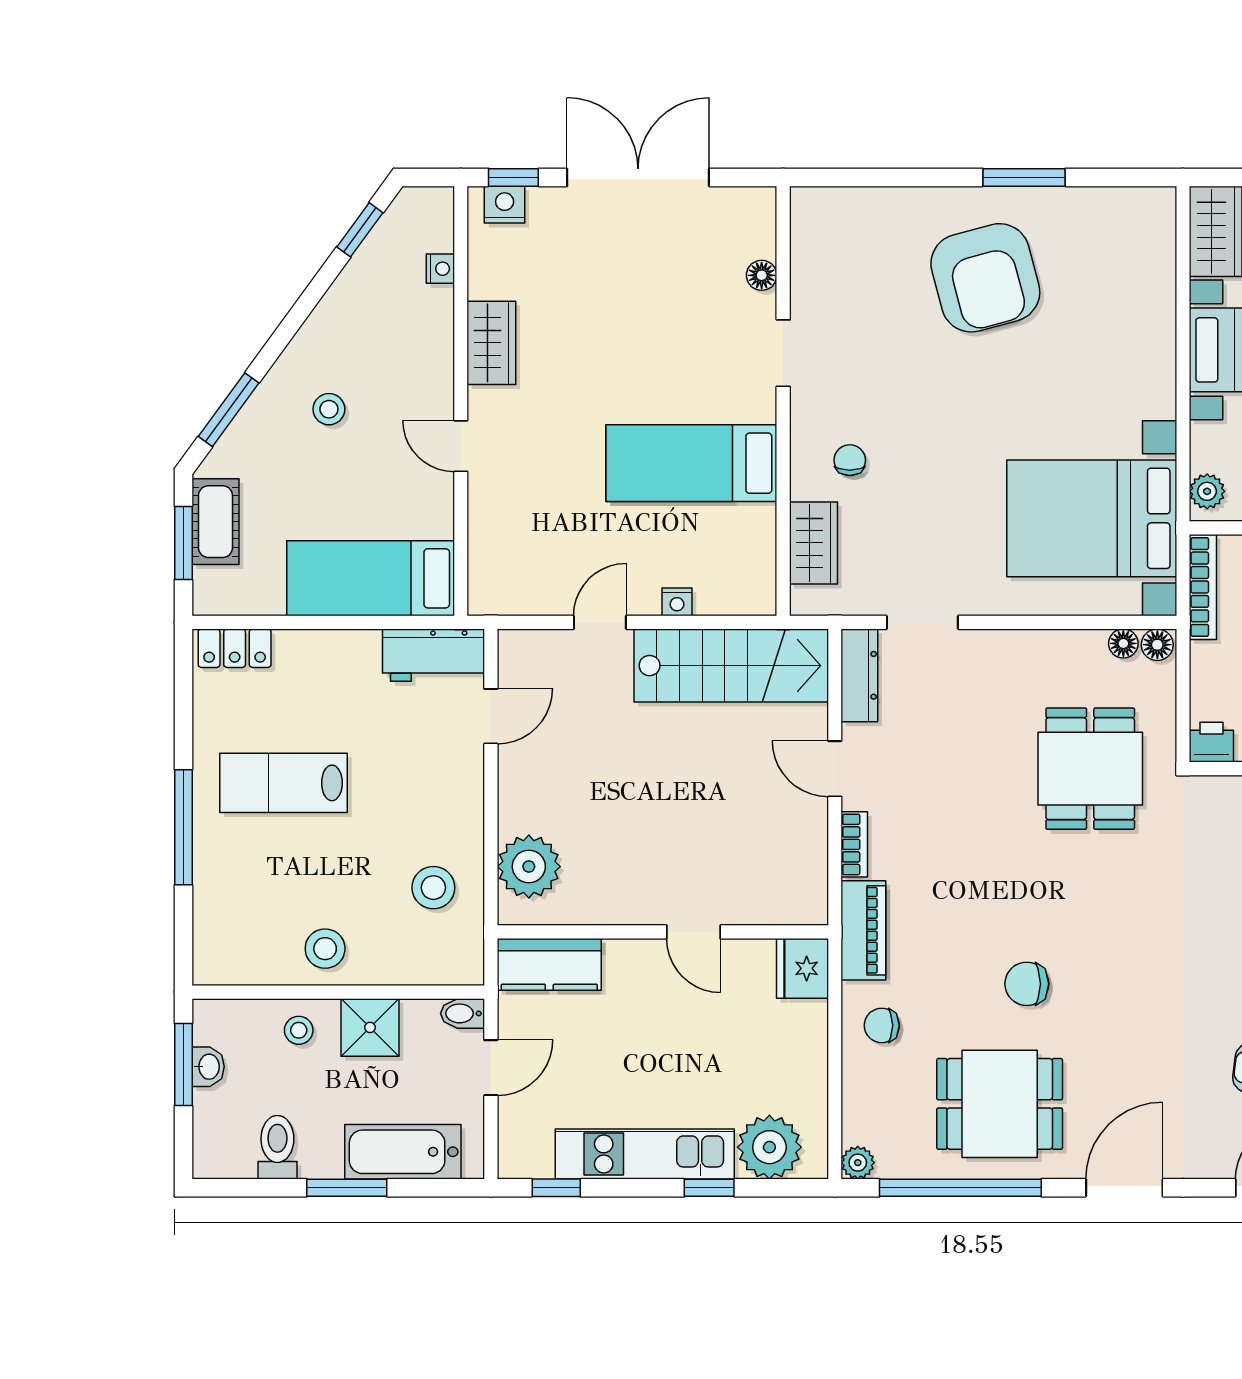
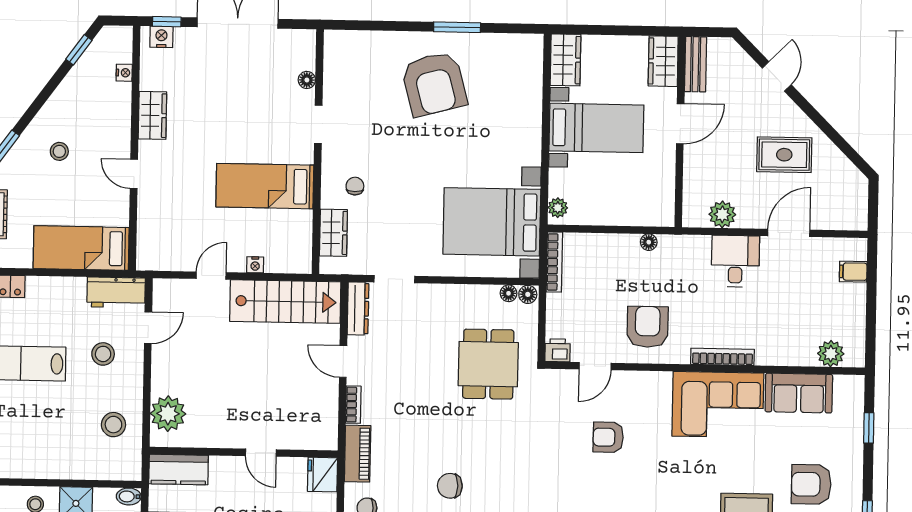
stool: (325, 949) -> (103, 354), moved

